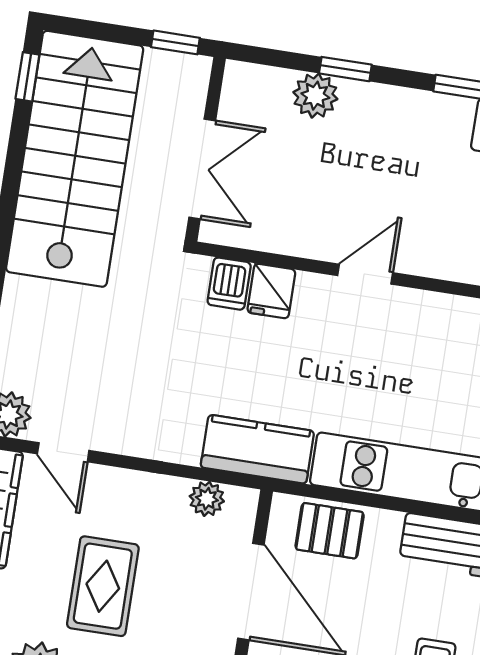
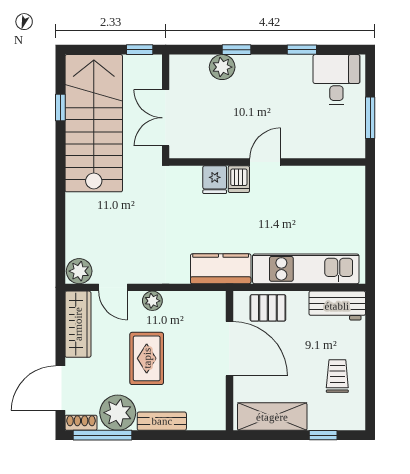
window: (27, 77) -> (60, 108), moved
double door: (202, 169) -> (166, 118), swing flipped
dishwasher: (229, 284) -> (239, 179), moved
plant: (207, 499) -> (152, 301), moved

